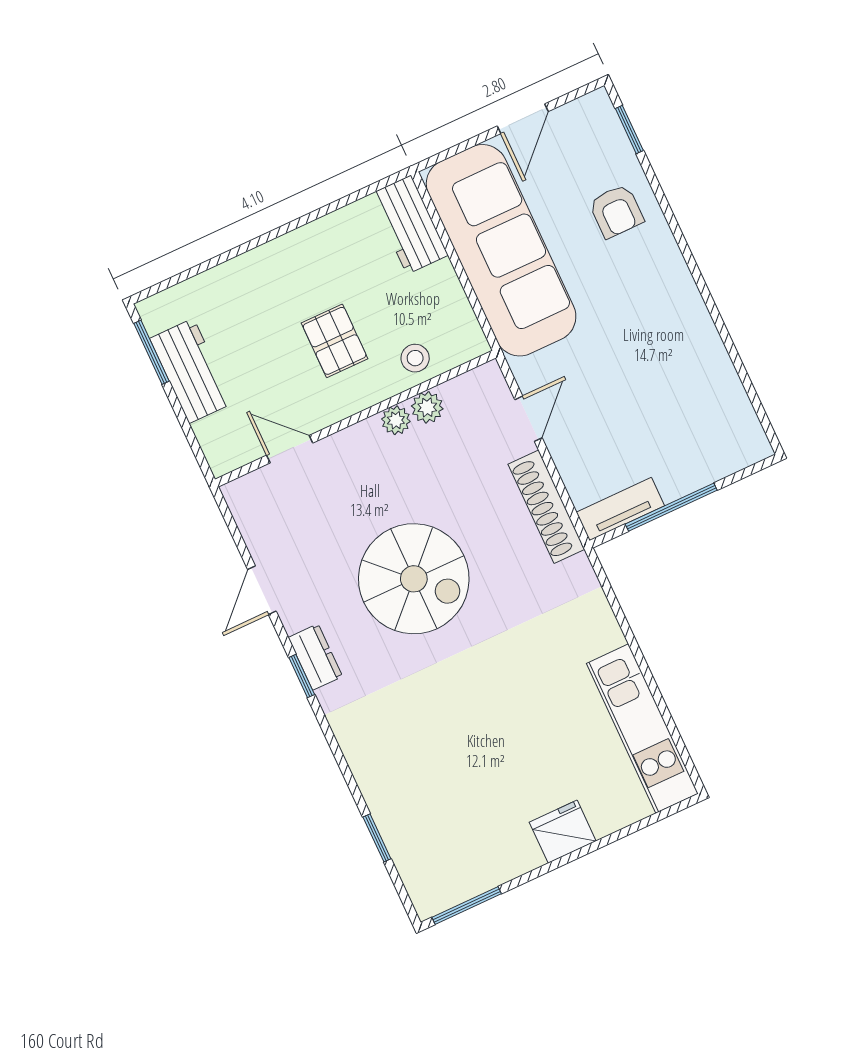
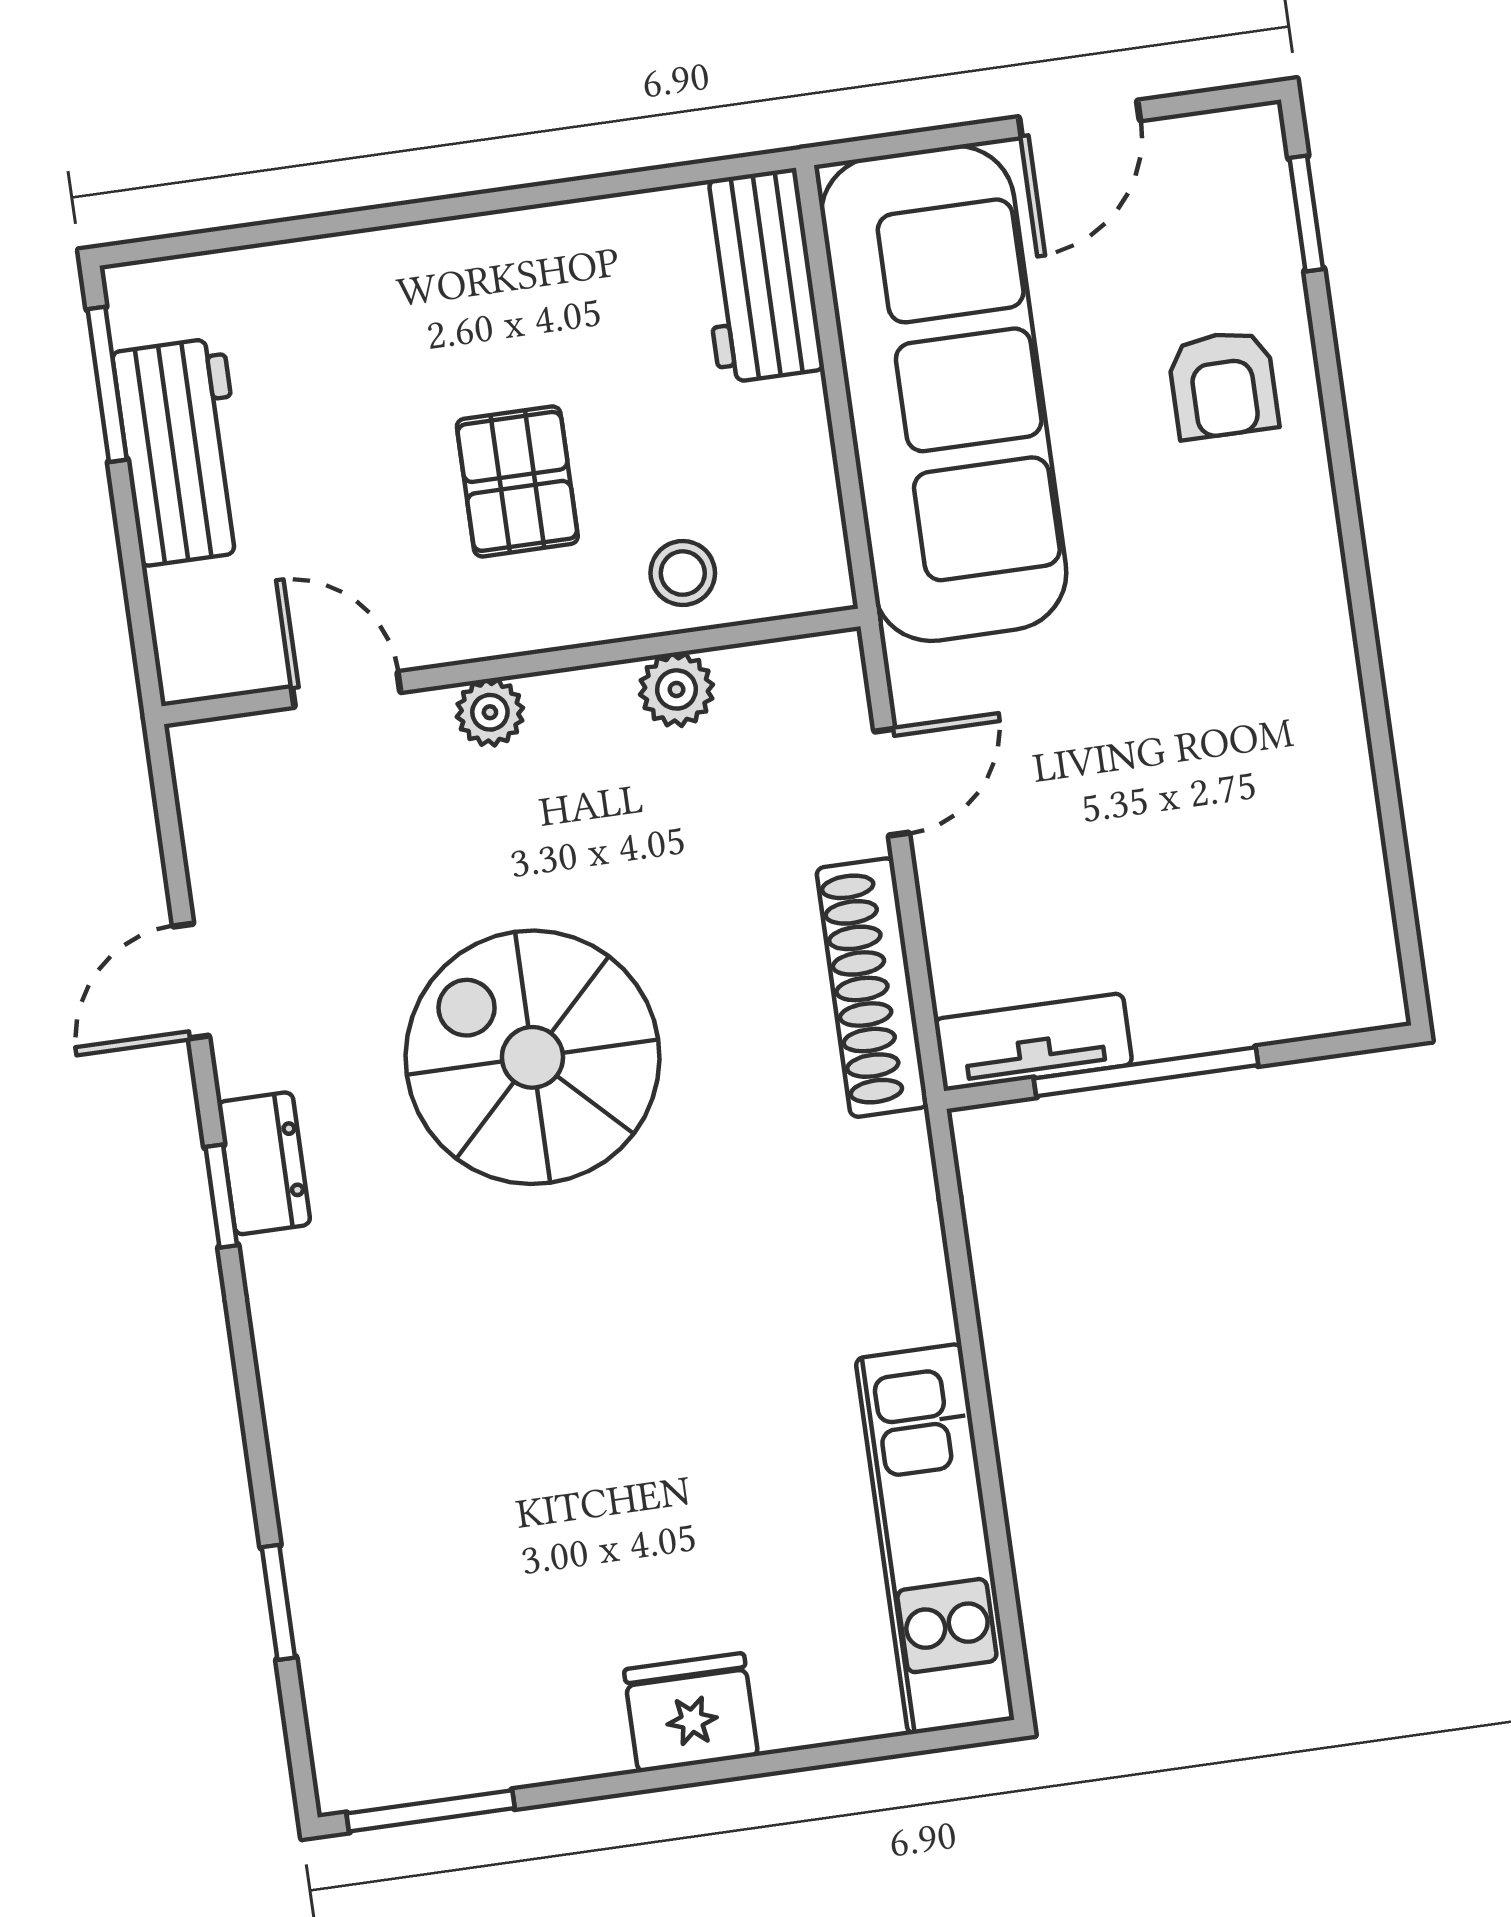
plant: (396, 420) -> (490, 712), moved
spiral stairs: (414, 579) -> (532, 1057), turned 180

